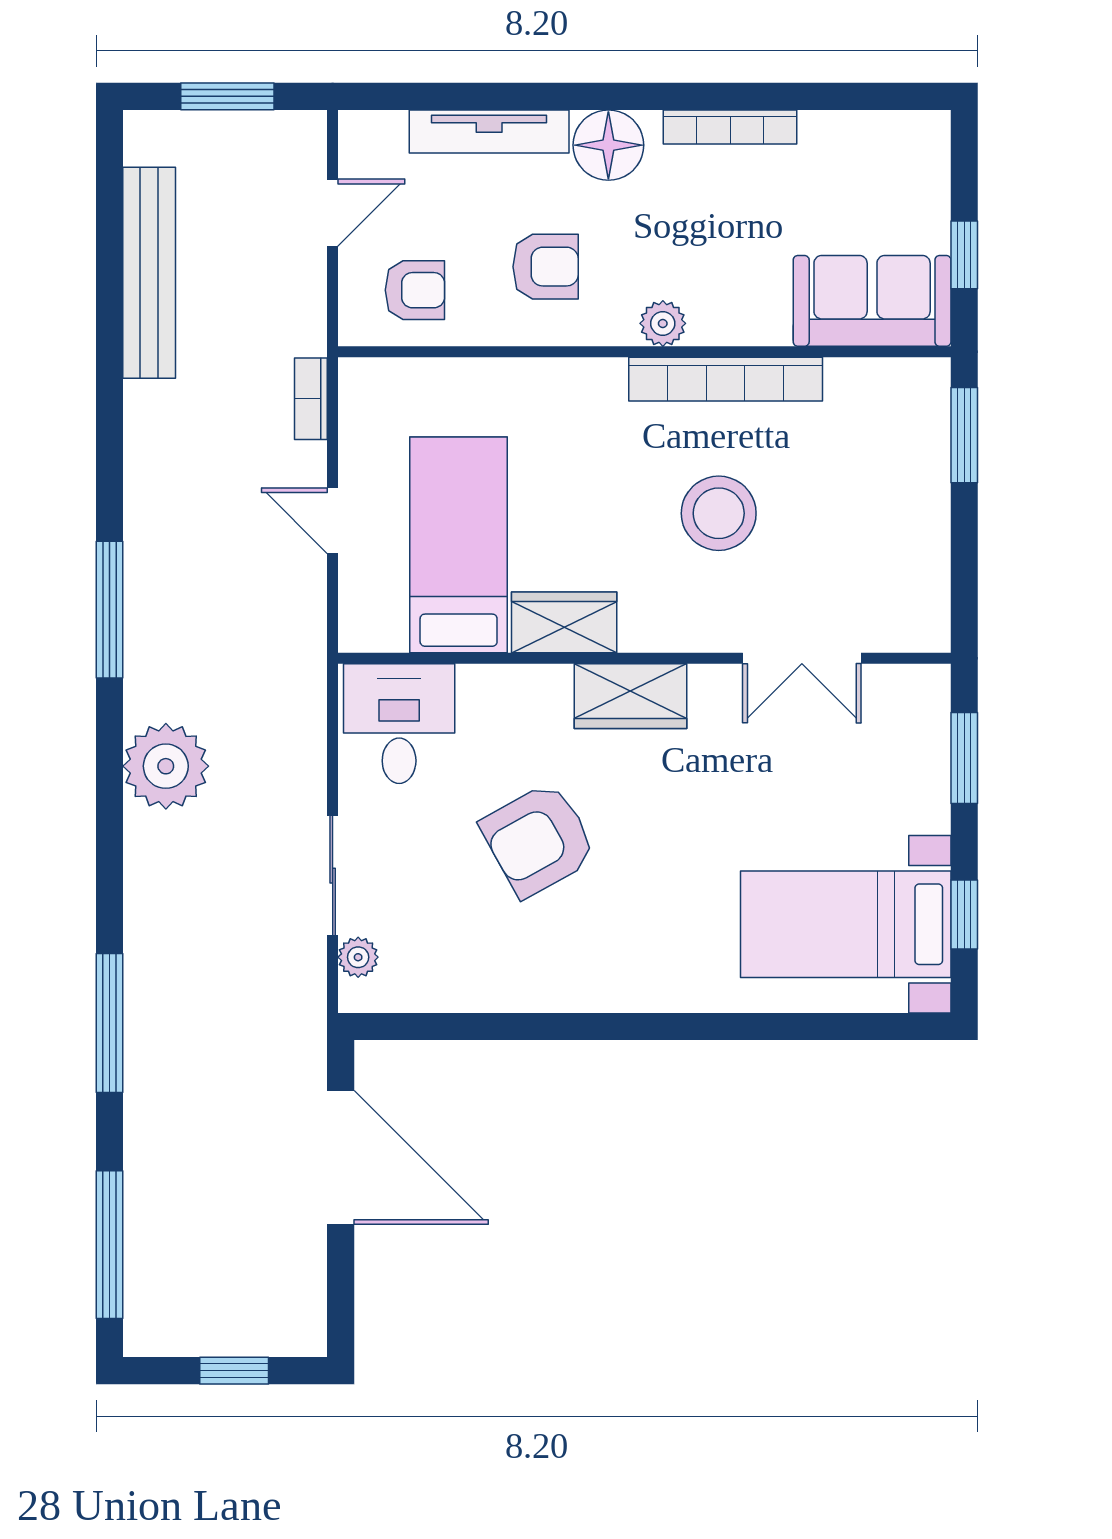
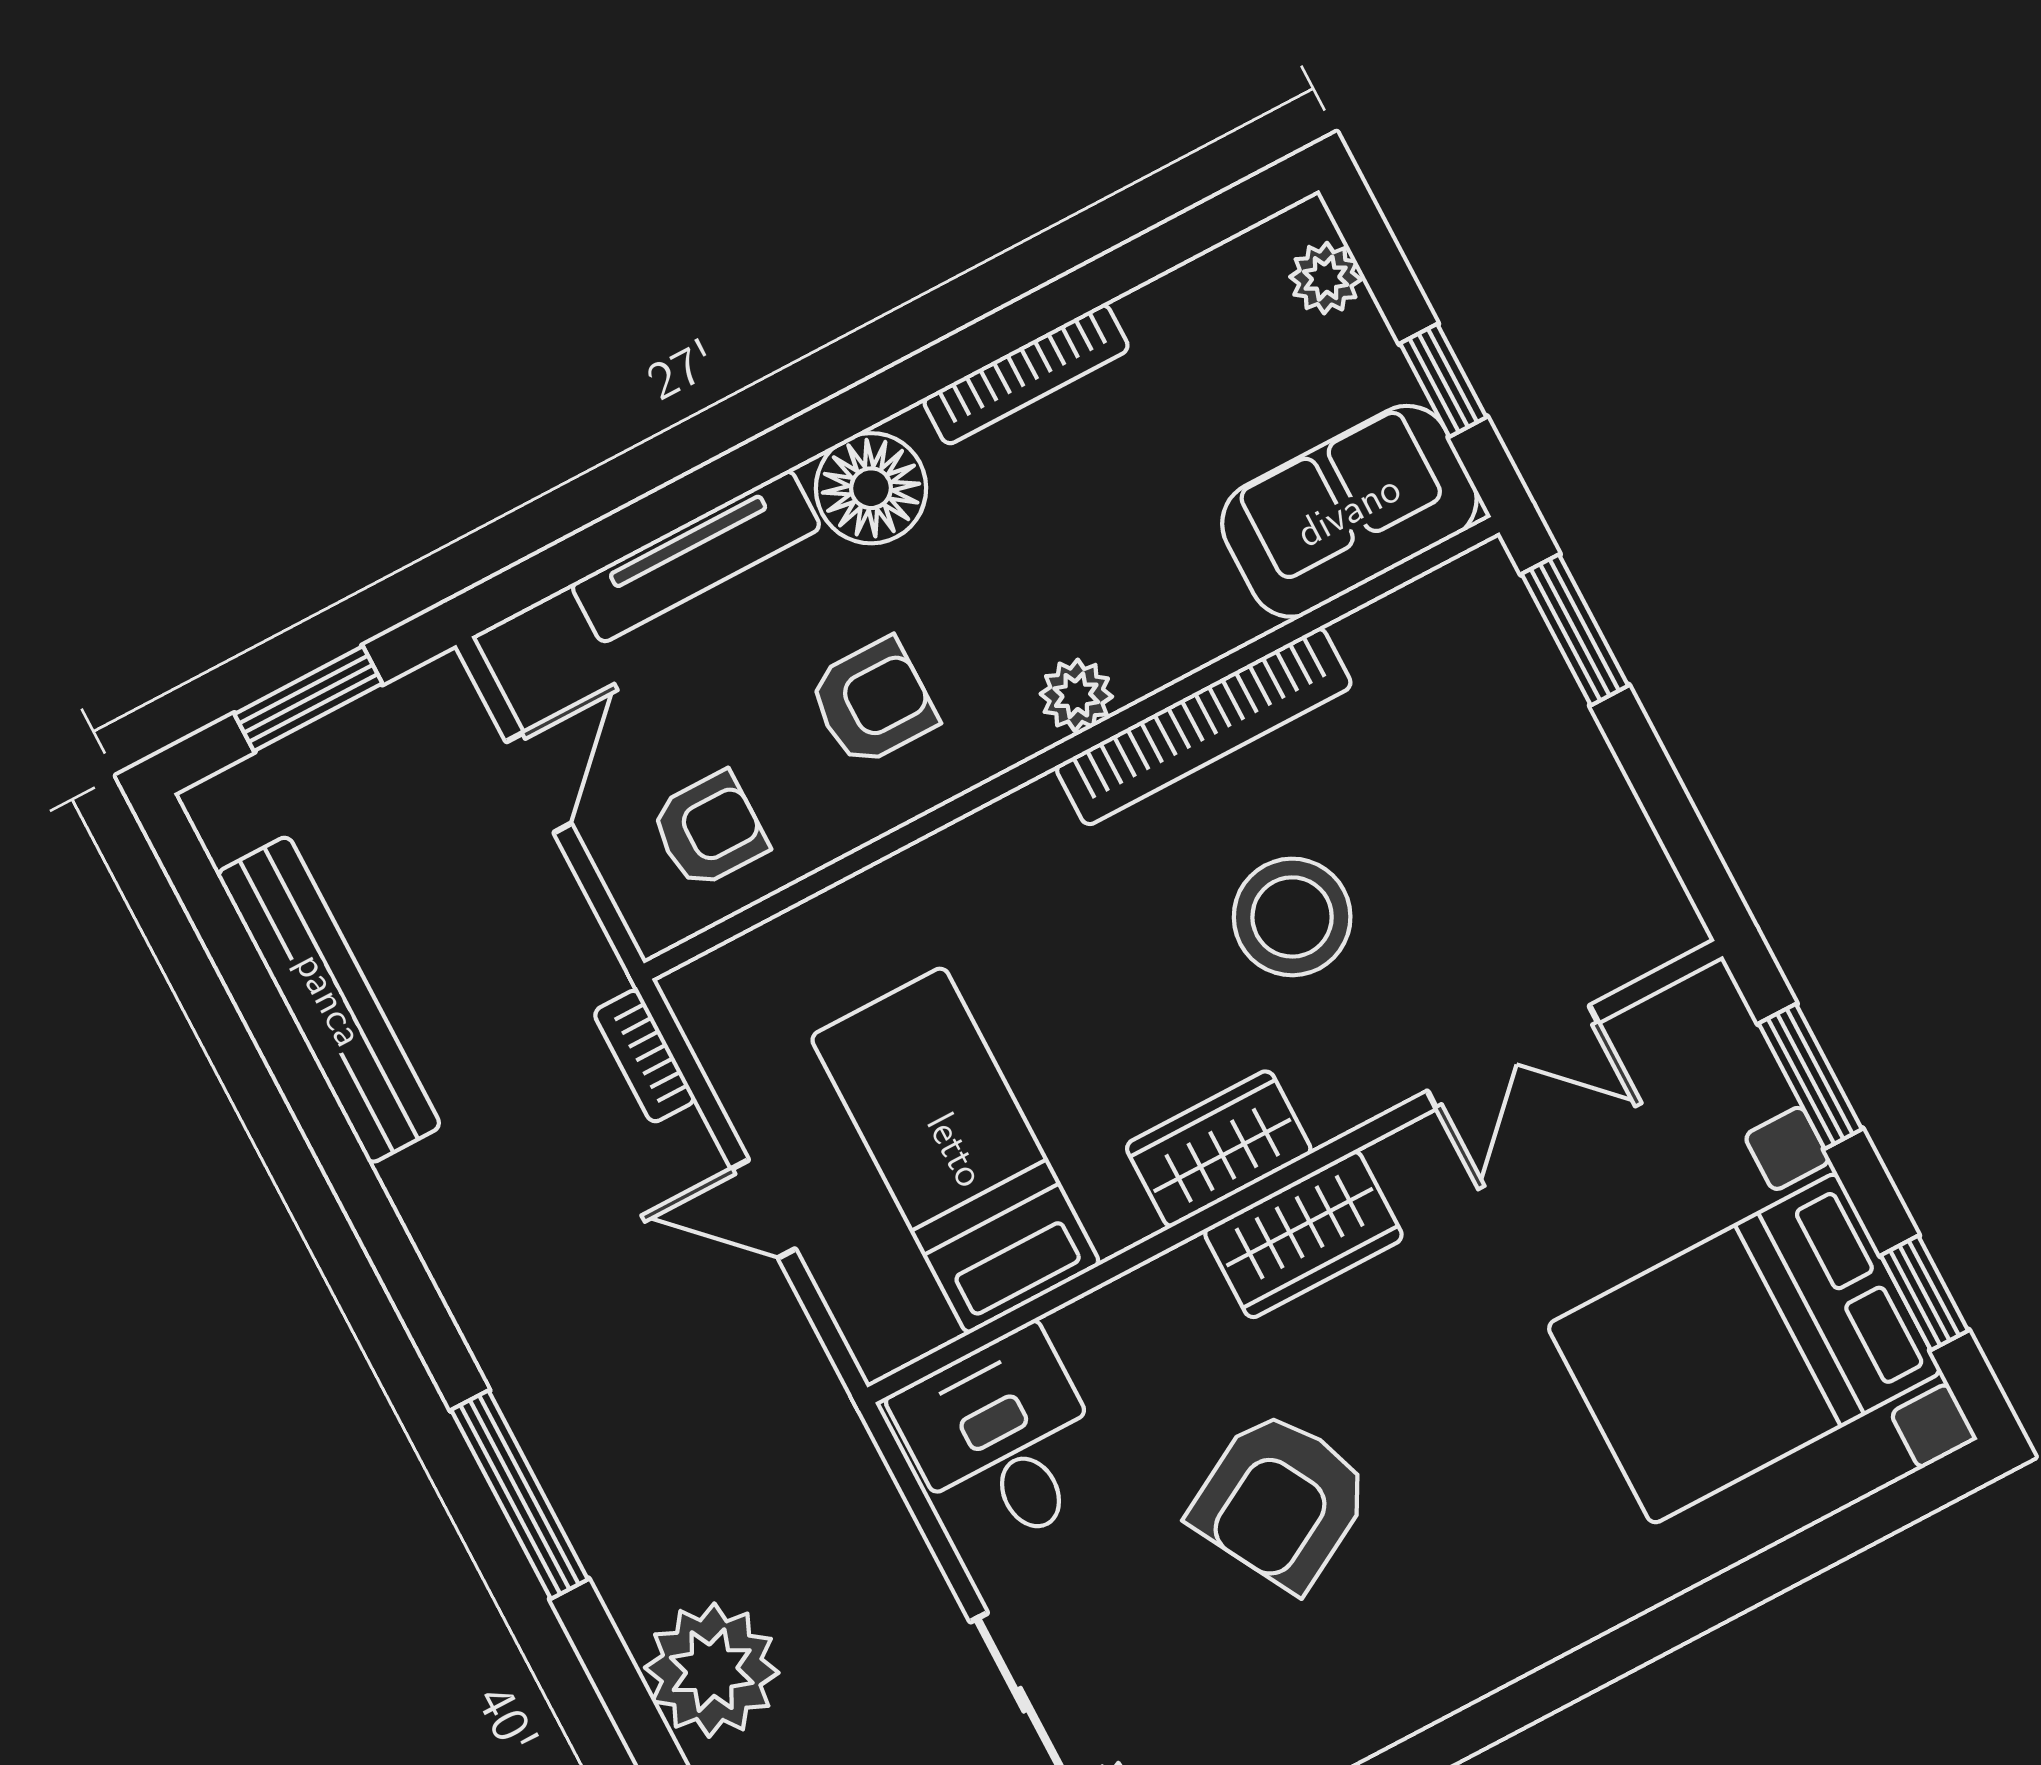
plant: (928, 162) -> (1326, 278), added
wardrobe: (564, 622) -> (1219, 1149), moved
bed with nightstands: (846, 924) -> (1744, 1349), width x1.36

